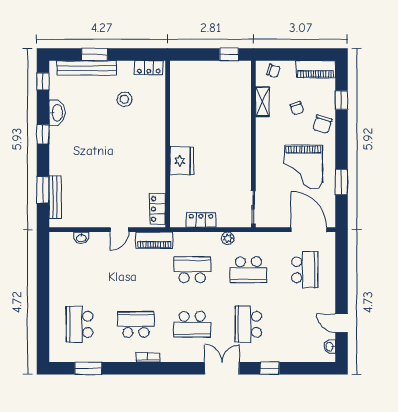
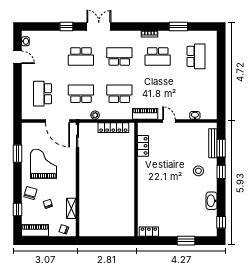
window: (229, 54) -> (94, 241), removed
bench: (87, 68) -> (191, 231), removed
stool: (124, 99) -> (198, 171), moved
window: (43, 134) -> (221, 172), moved
fridge: (182, 161) -> (126, 168), removed
locker: (158, 209) -> (143, 146), moved
locker: (201, 220) -> (113, 128), width x1.53
door: (119, 230) -> (169, 121), hinge flipped
door: (309, 230) -> (58, 121), moved
school desk: (192, 270) -> (119, 94), turned 180
school desk: (248, 324) -> (81, 56), turned 90
window: (88, 368) -> (178, 26), moved
double door: (222, 368) -> (99, 26), swing flipped

